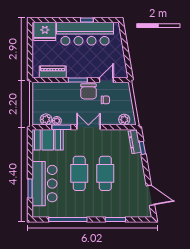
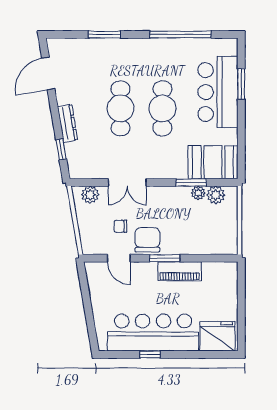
piano: (53, 72) -> (180, 271), moved
door: (106, 80) -> (119, 258), hinge flipped
double door: (88, 127) -> (127, 182), moved
dresser: (135, 142) -> (68, 123), moved
door: (150, 195) -> (48, 73), hinge flipped

